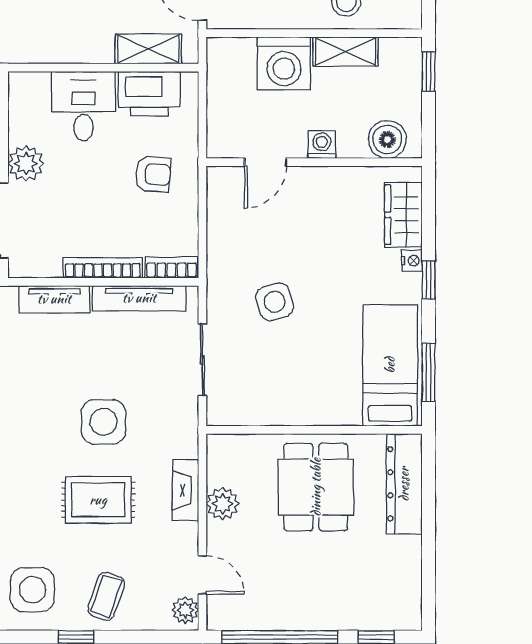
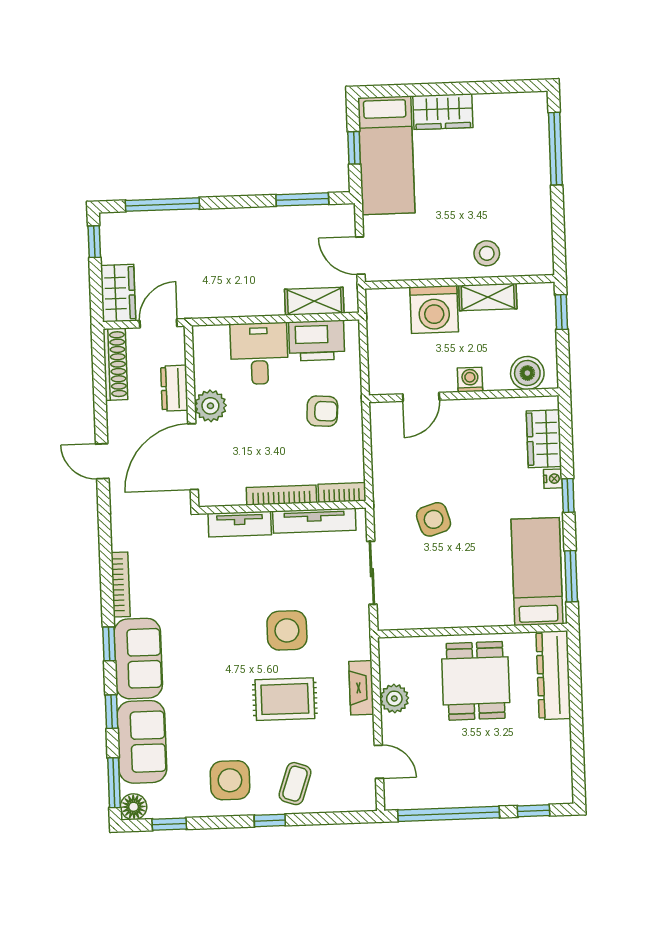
plant: (185, 610) -> (365, 793), removed

